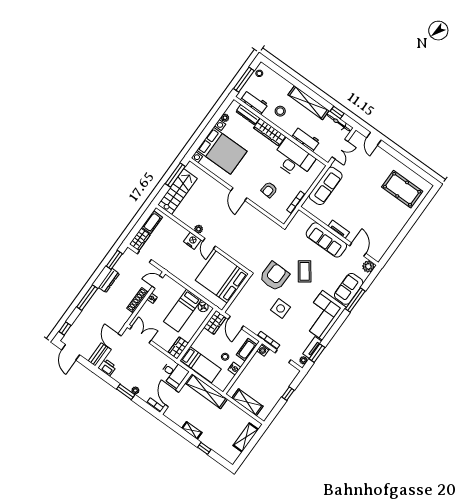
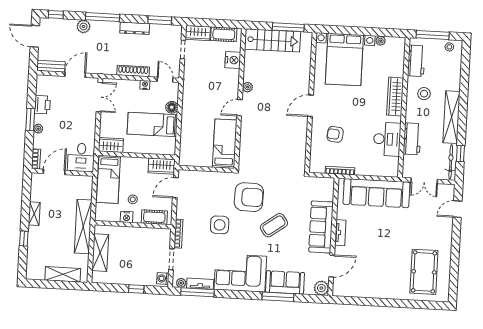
dresser: (248, 115) -> (399, 62), removed
desk: (293, 159) -> (387, 139), width x0.73, depth x0.77
sofa: (326, 186) -> (376, 193), width x1.36, depth x1.27
nightstand: (192, 241) -> (233, 60), moved
bed: (222, 277) -> (225, 144), width x0.49
floor lamp: (203, 307) -> (172, 107), moved
plant: (85, 315) -> (83, 26), added
washing machine: (263, 350) -> (163, 279), moved
door: (71, 352) -> (35, 36), hinge flipped
window: (317, 353) -> (197, 292), width x1.44
printer: (107, 367) -> (42, 105), moved
shelving: (206, 391) -> (83, 227), moved

